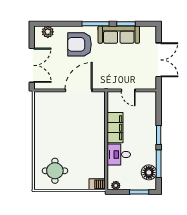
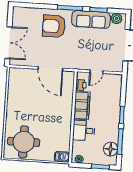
plant: (48, 32) -> (117, 18), moved
door: (79, 90) -> (50, 69), swing flipped
door: (128, 90) -> (96, 72), hinge flipped
printer: (113, 106) -> (81, 85), added
round table: (55, 171) -> (24, 142), width x1.36, depth x1.36

